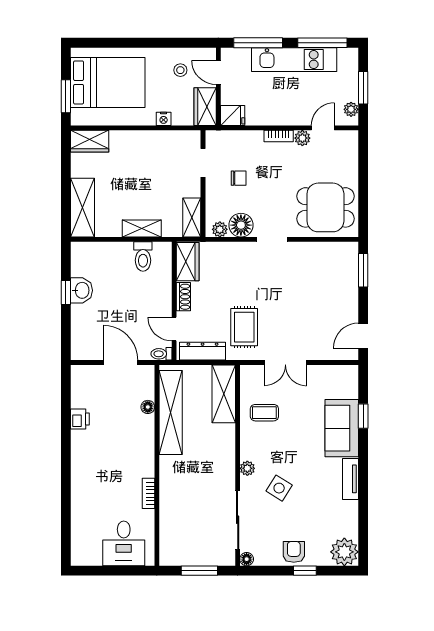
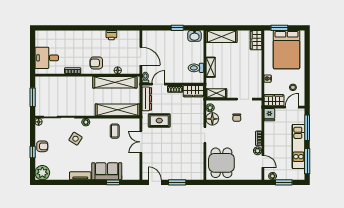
window: (363, 270) -> (177, 182), moved
washbasin: (82, 290) -> (194, 36), moved
door: (120, 362) -> (141, 56), hinge flipped
shelving: (224, 394) -> (118, 110), width x1.47
armchair: (133, 448) -> (96, 63), added

